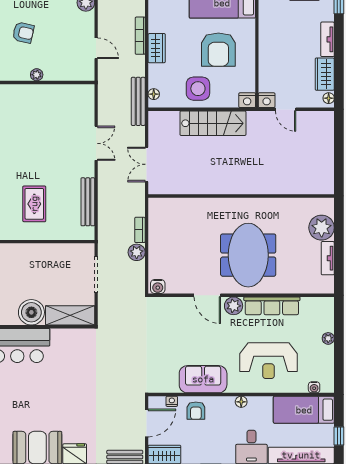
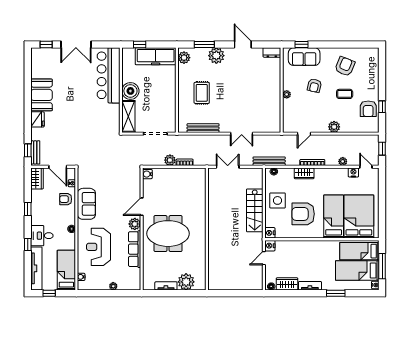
rug: (34, 204) -> (202, 93), turned 90

